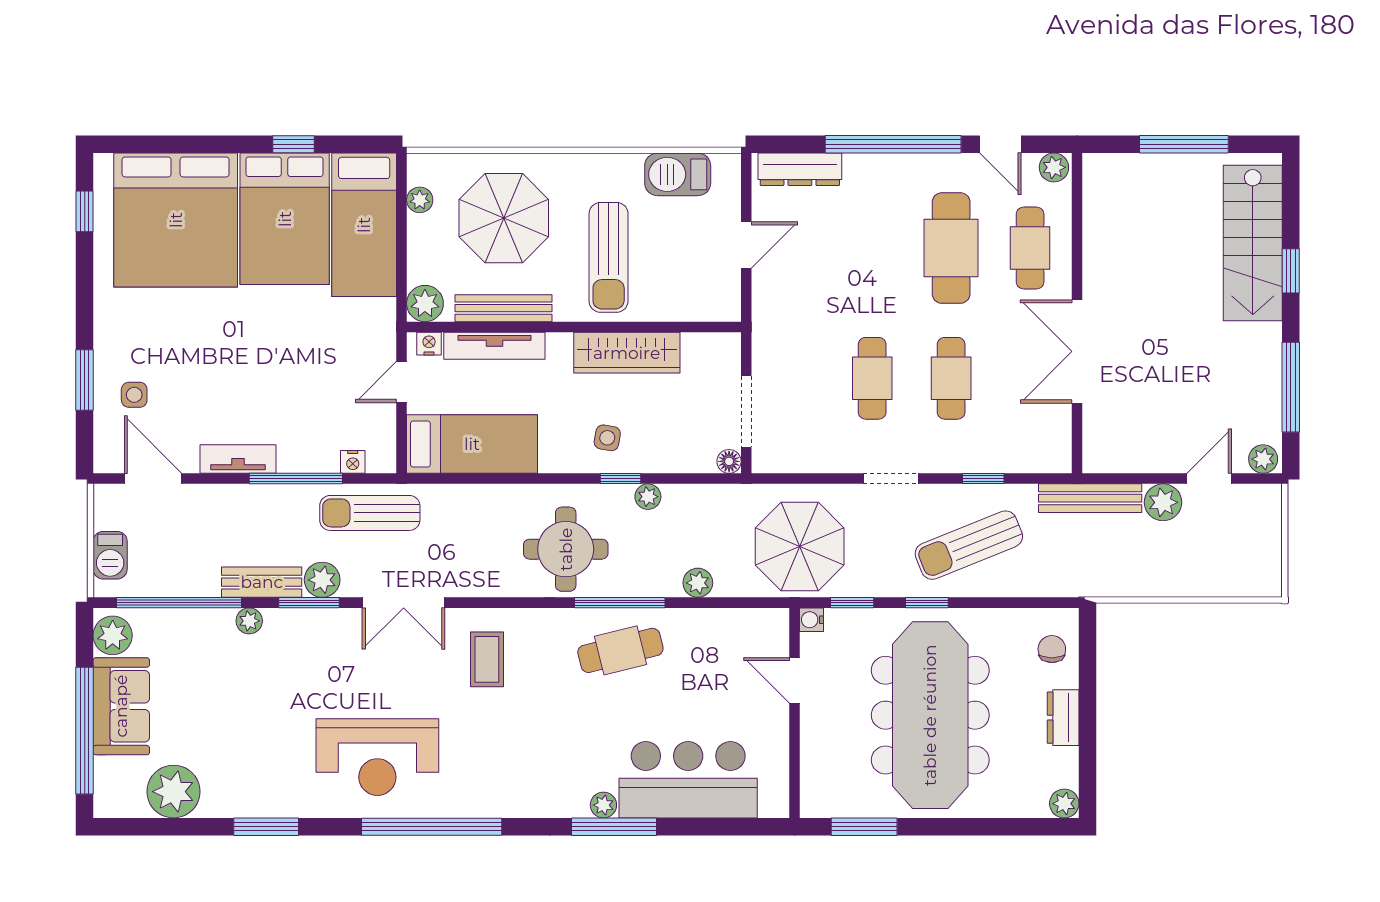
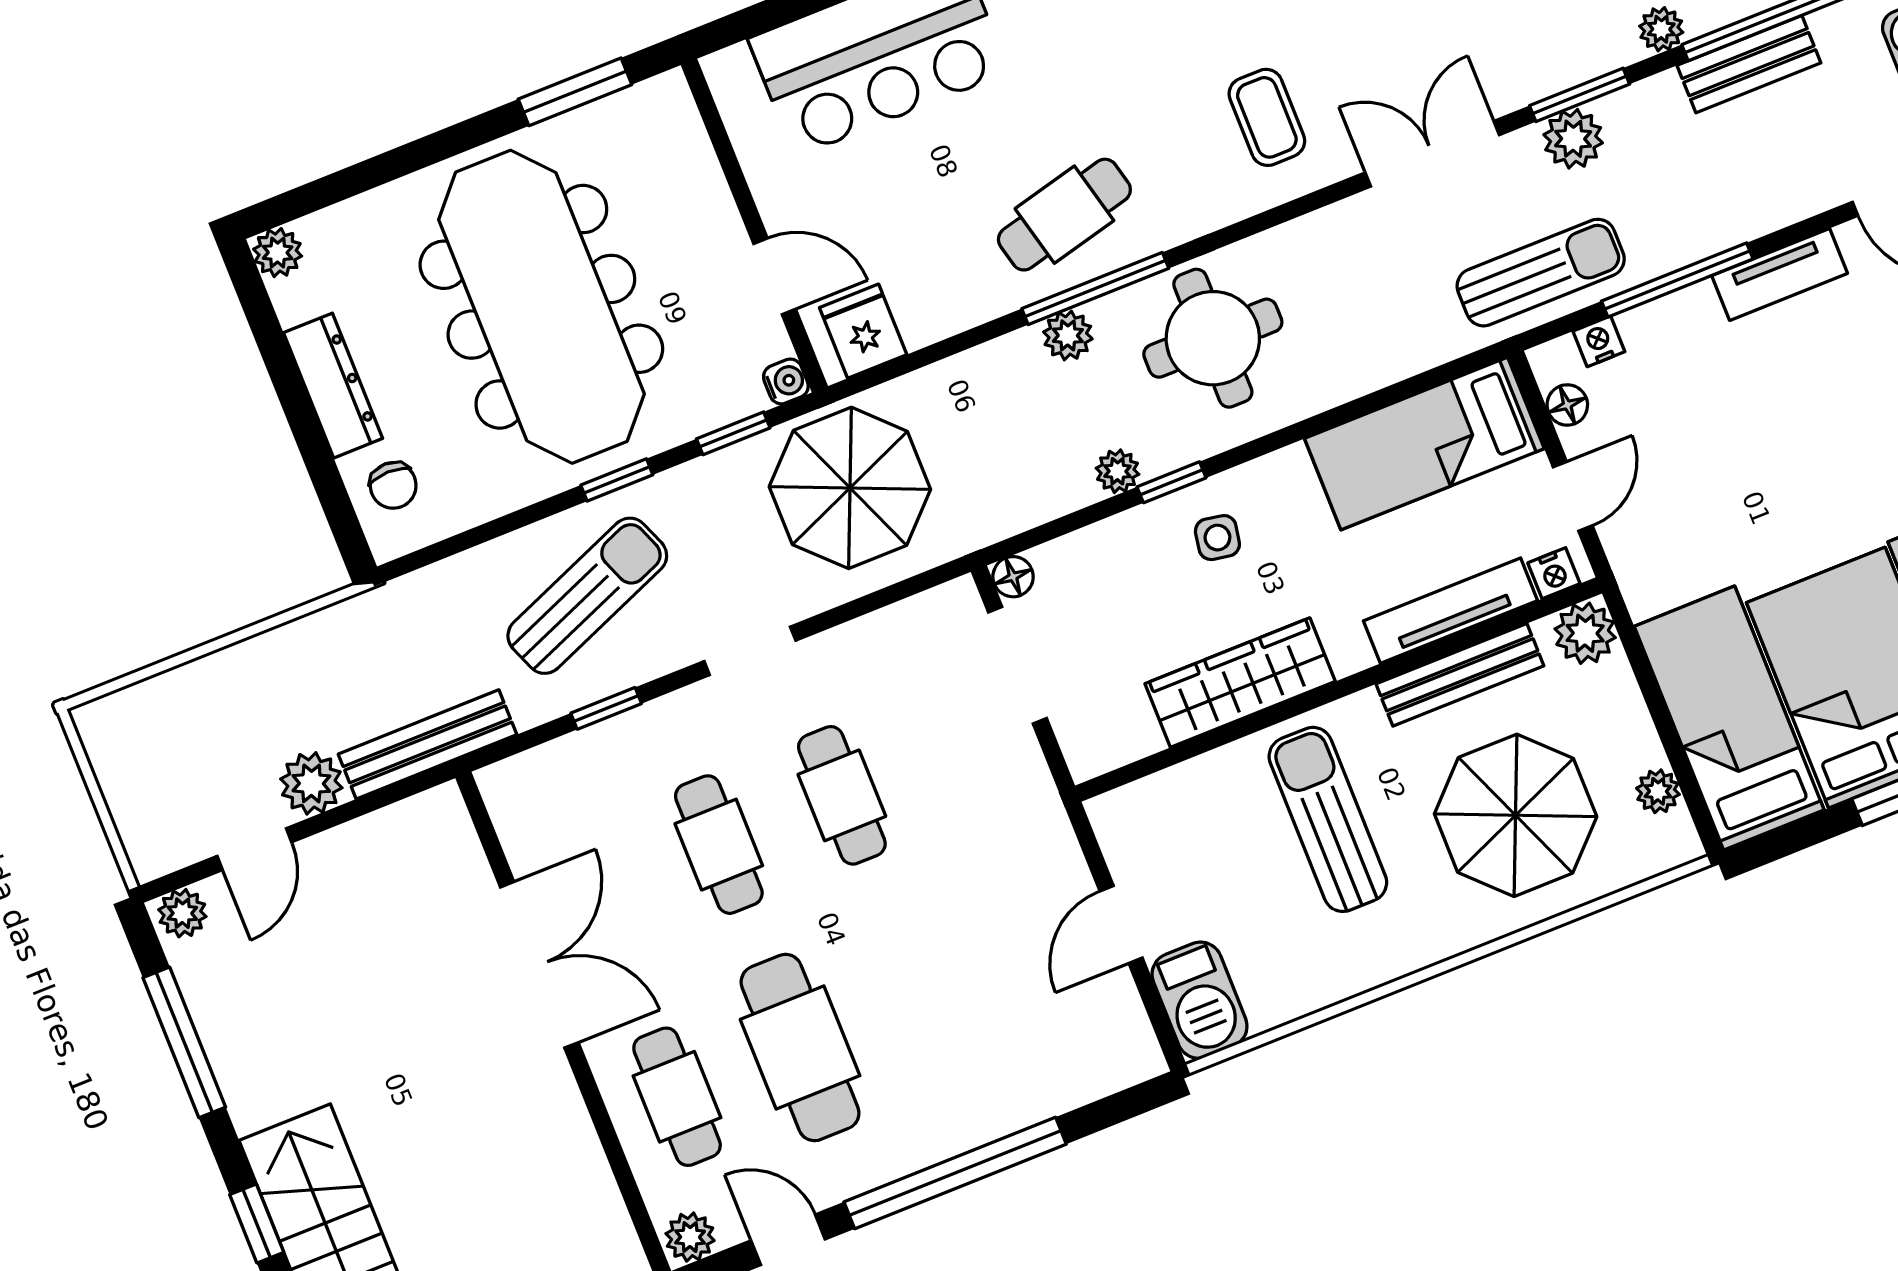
dresser: (800, 169) -> (1085, 1076), removed
barbecue: (678, 174) -> (1200, 1000), moved, turned 90
floor lamp: (384, 434) -> (1567, 405), added
bench: (262, 582) -> (1749, 64), moved
plant: (698, 583) -> (1068, 335), moved
fridge: (758, 630) -> (863, 331), added
dresser: (1063, 718) -> (333, 386), width x1.44

